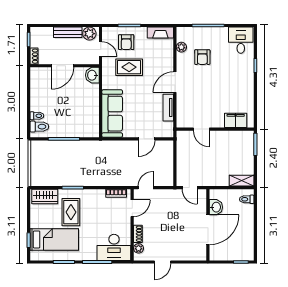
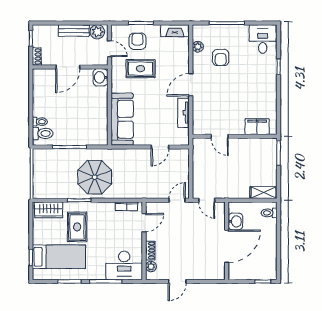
armchair: (126, 42) -> (137, 41), turned 180
parasol: (87, 167) -> (95, 177), added
door: (146, 188) -> (177, 200), moved

